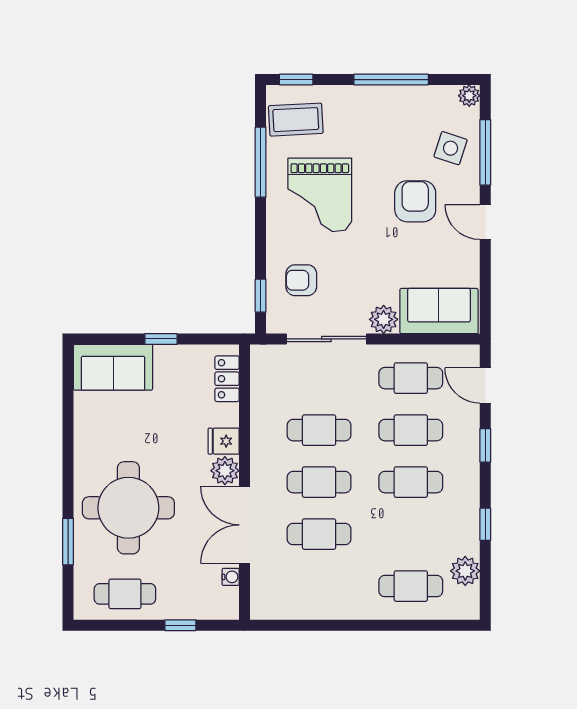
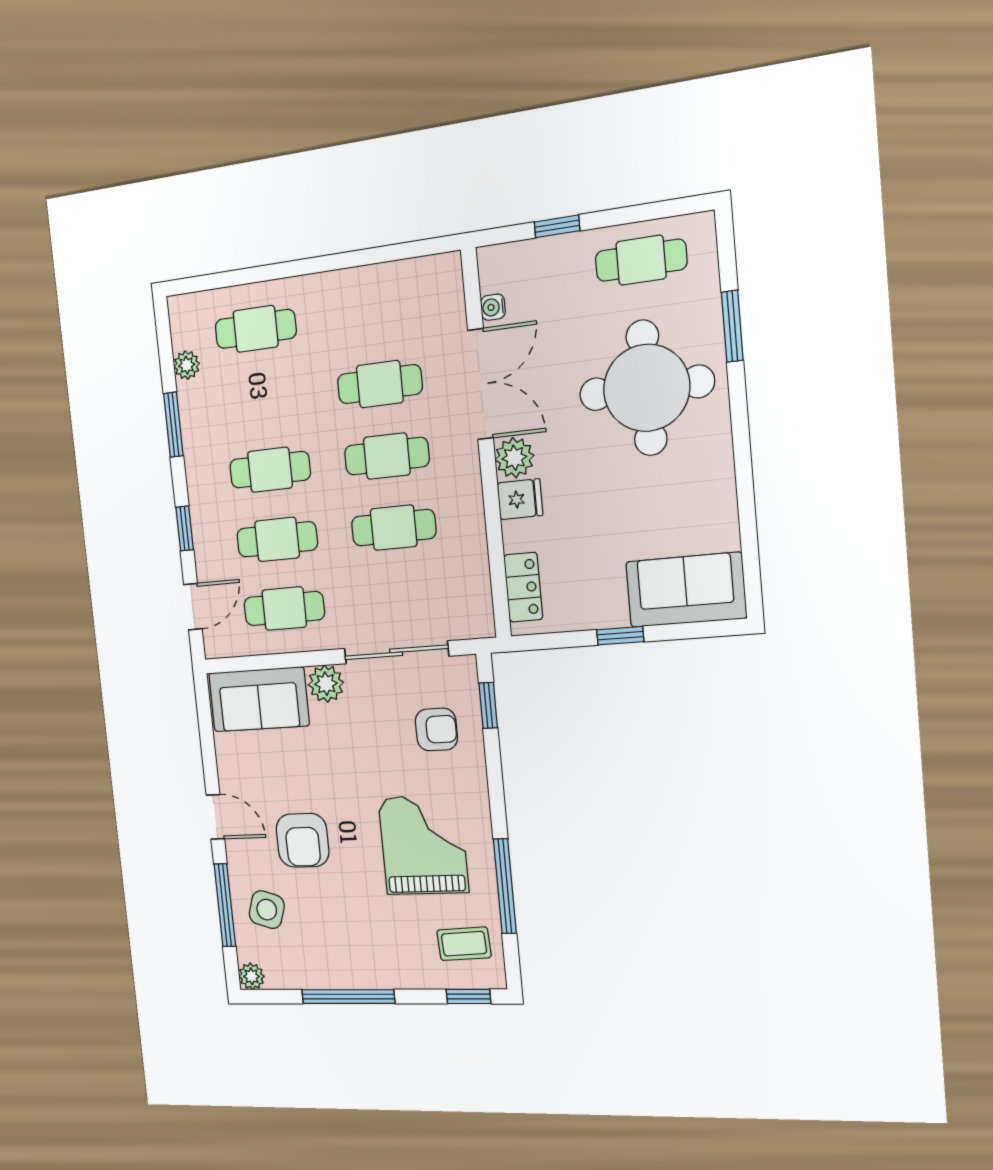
coffee table: (296, 120) -> (464, 944), width x0.73, depth x0.77
door: (485, 385) -> (193, 607), hinge flipped
window: (485, 524) -> (173, 425), width x1.50
plant: (465, 571) -> (187, 365), width x0.73, depth x0.73

